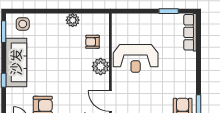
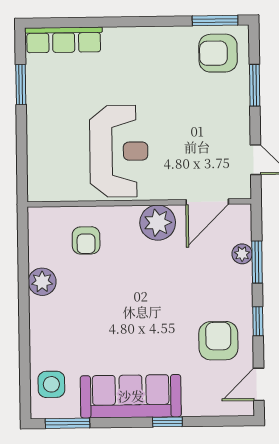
plant: (101, 66) -> (158, 223), moved

